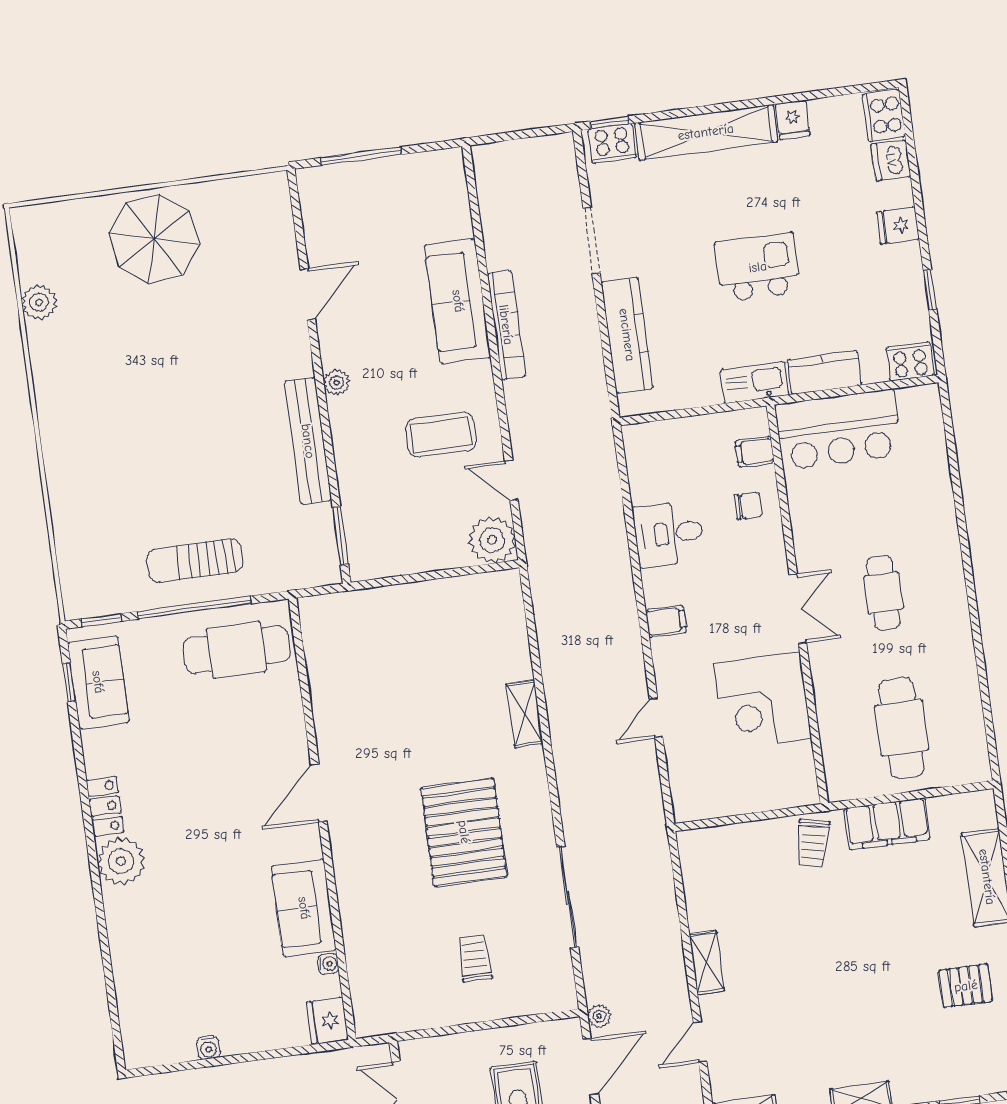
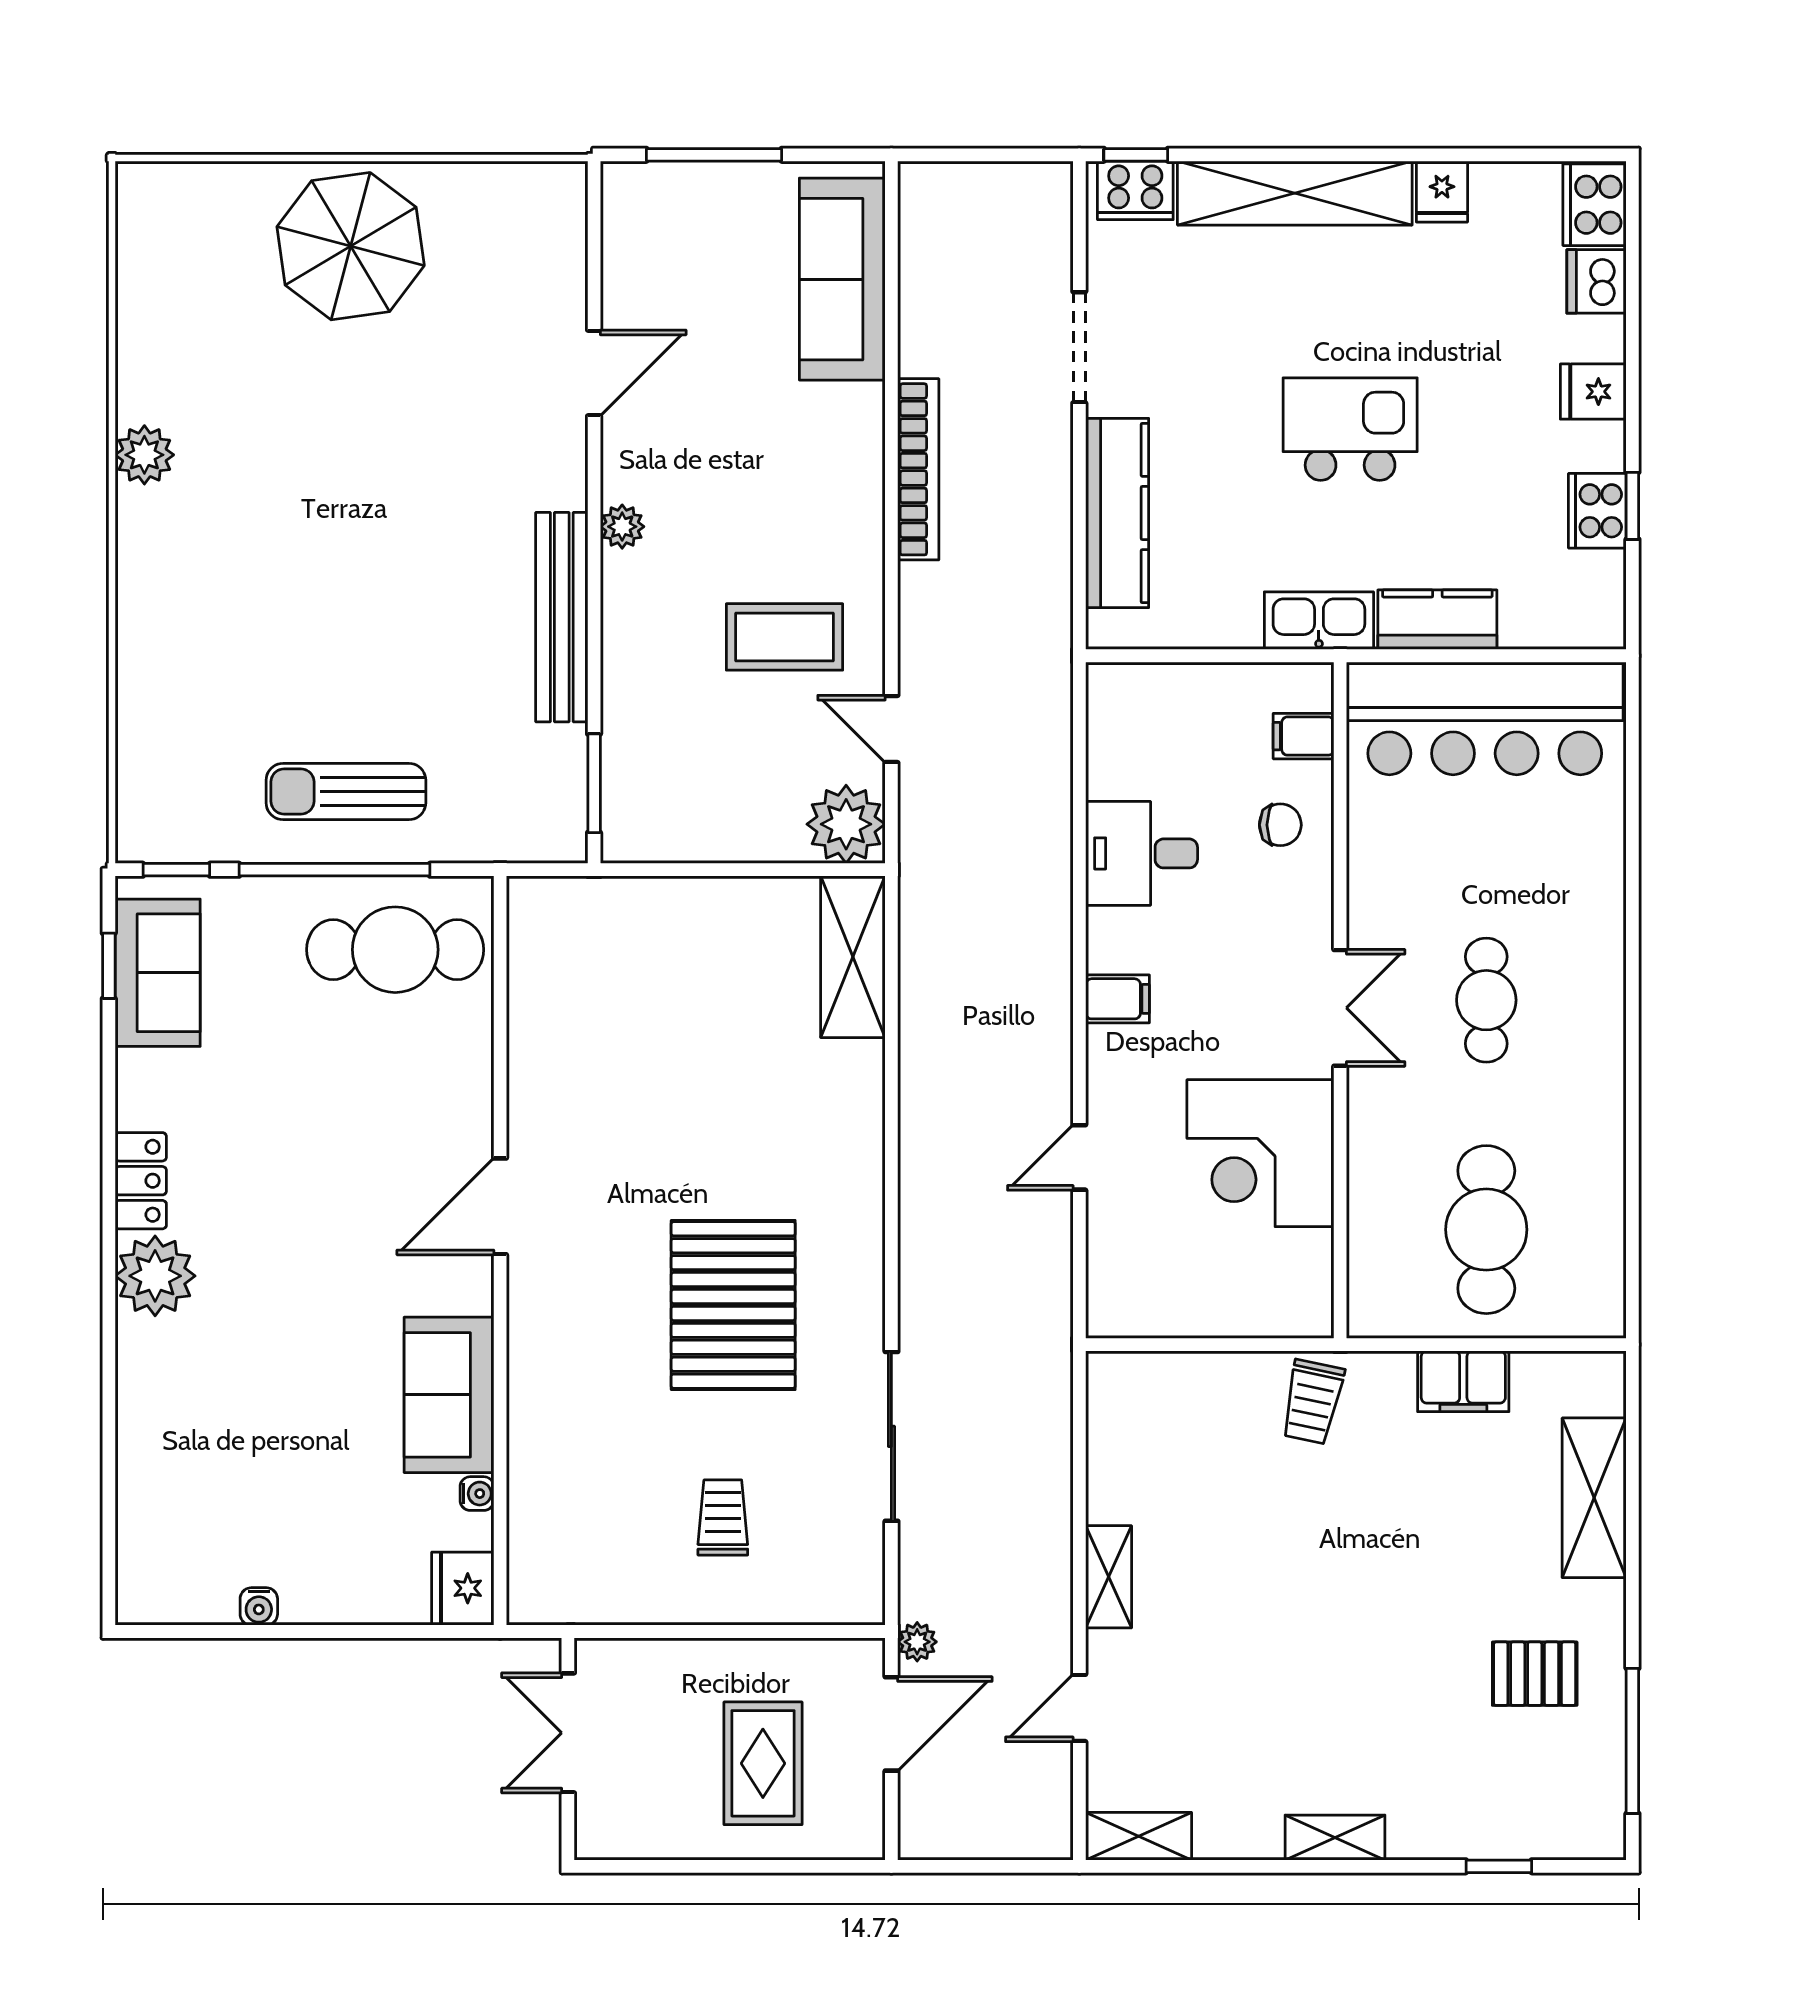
sofa: (458, 301) -> (842, 279), moved
plant: (39, 302) -> (144, 455), moved
cooker: (910, 361) -> (1597, 511), moved, turned -90
bar counter: (838, 430) -> (1485, 718), width x1.36
shelving: (525, 714) -> (853, 957), moved, width x1.50, depth x1.33
filing cabinet: (887, 824) -> (1463, 1381), width x0.67, depth x0.86

